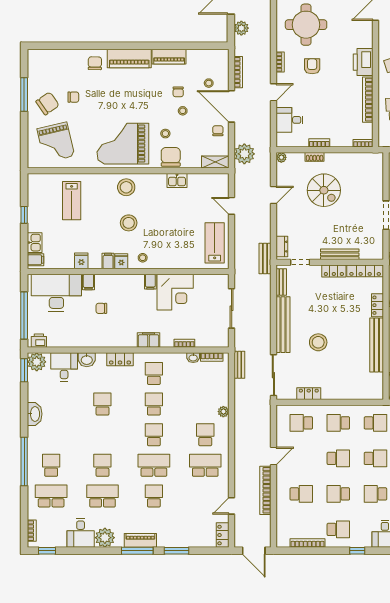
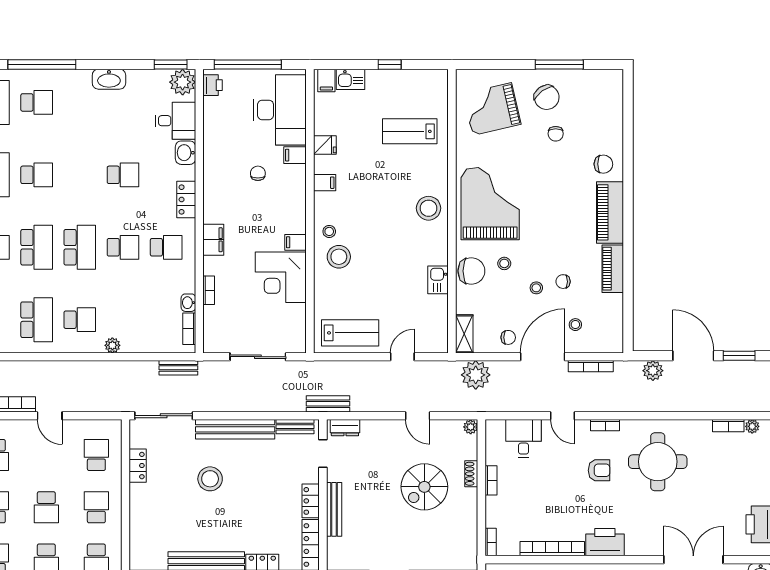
stool: (129, 223) -> (339, 257), moved
fridge: (121, 261) -> (324, 201), removed
school desk: (154, 435) -> (80, 247), width x1.85

